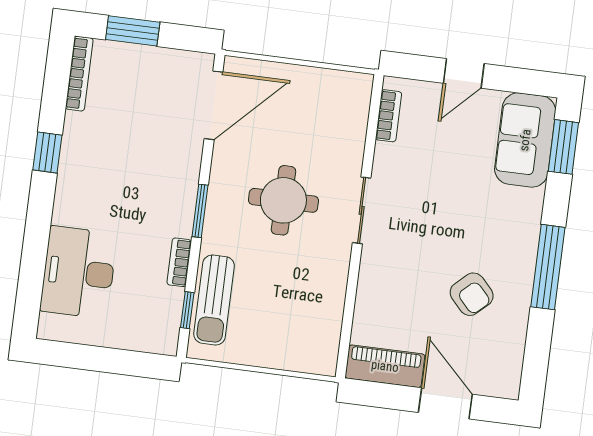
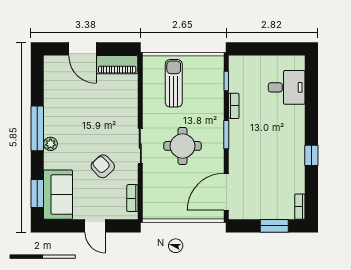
door: (464, 73) -> (95, 226), swing flipped
bookcase: (79, 74) -> (300, 207), width x0.64
plant: (527, 235) -> (51, 144), added
desk: (79, 272) -> (287, 87), width x0.73
armchair: (472, 294) -> (103, 166), moved
sun lounger: (214, 300) -> (174, 83), moved

